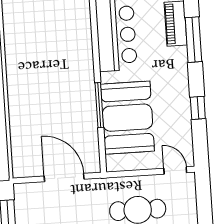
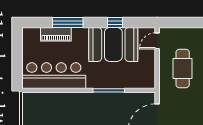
booth: (127, 118) -> (113, 44), moved

